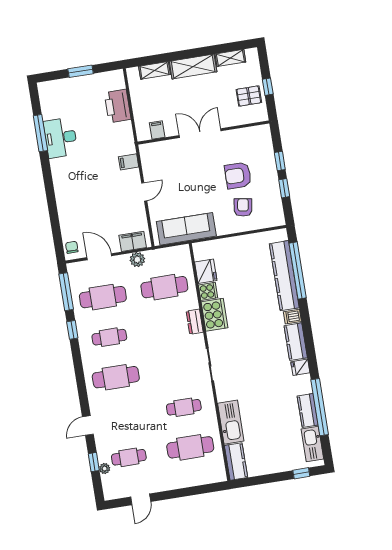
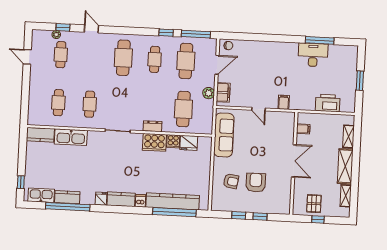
cafe table: (190, 447) -> (58, 103), width x0.73, depth x0.74

